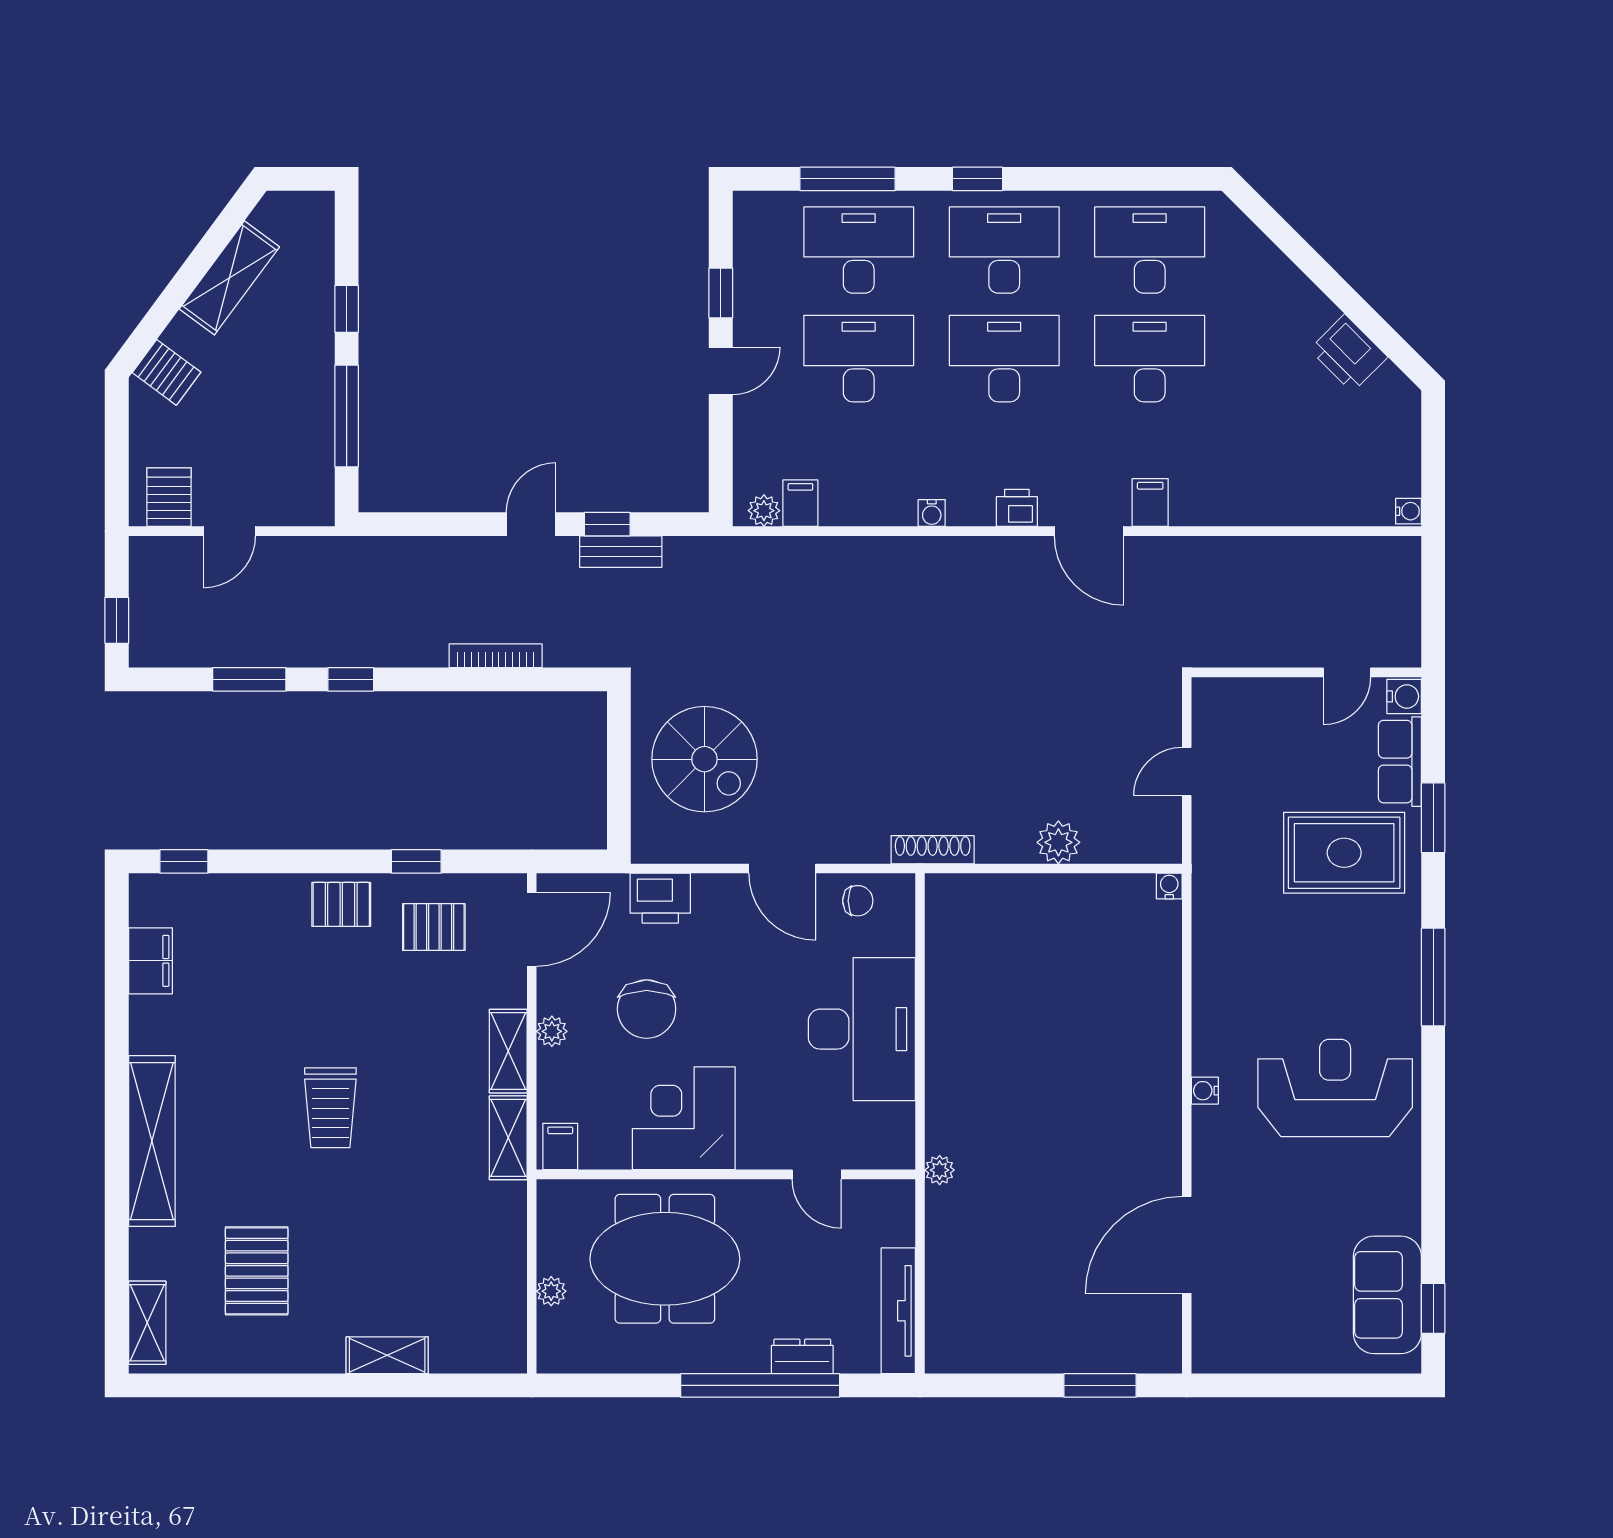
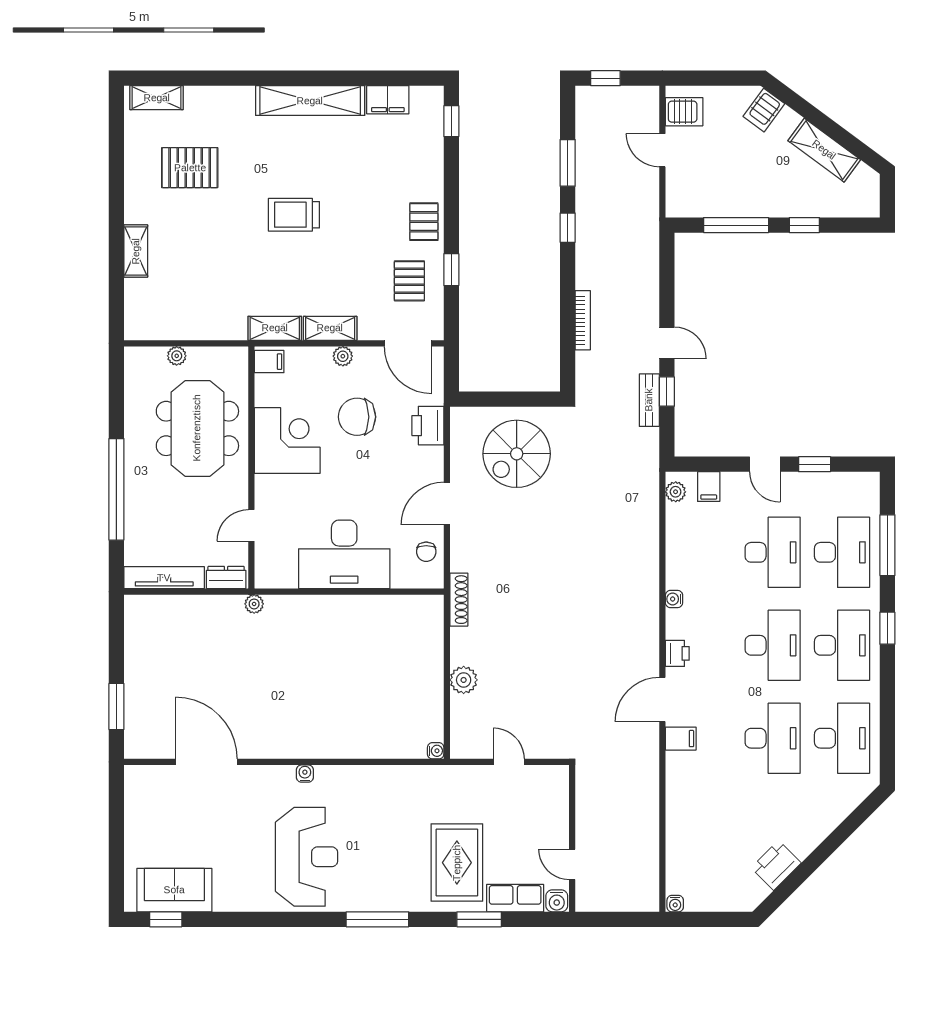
filing cabinet: (800, 503) -> (709, 487), moved, turned 90
shelving: (152, 1141) -> (310, 101), moved
dresser: (802, 1356) -> (226, 577), moved, turned -90

